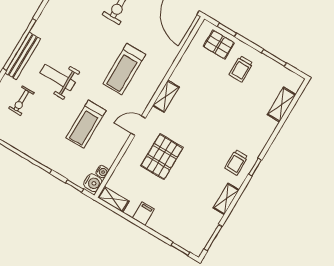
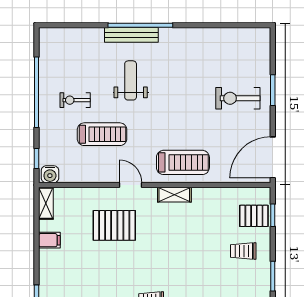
pallet: (219, 45) -> (254, 216), turned 90
treadmill: (124, 69) -> (183, 162), moved, turned 180
exercise bike: (21, 101) -> (75, 100), moved
treadmill: (86, 124) -> (102, 134), turned 180
water cooler: (102, 172) -> (66, 177), removed

